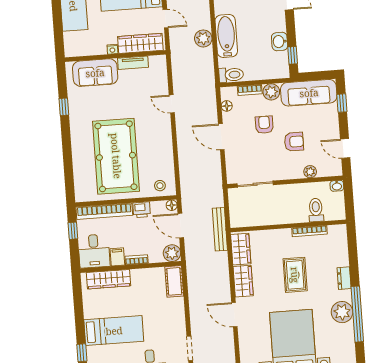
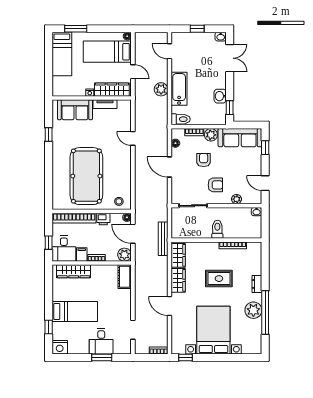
armchair: (294, 142) -> (215, 185), moved
toilet: (316, 210) -> (217, 229), moved
window: (73, 231) -> (49, 243), moved
rug: (295, 275) -> (219, 279), turned 90

